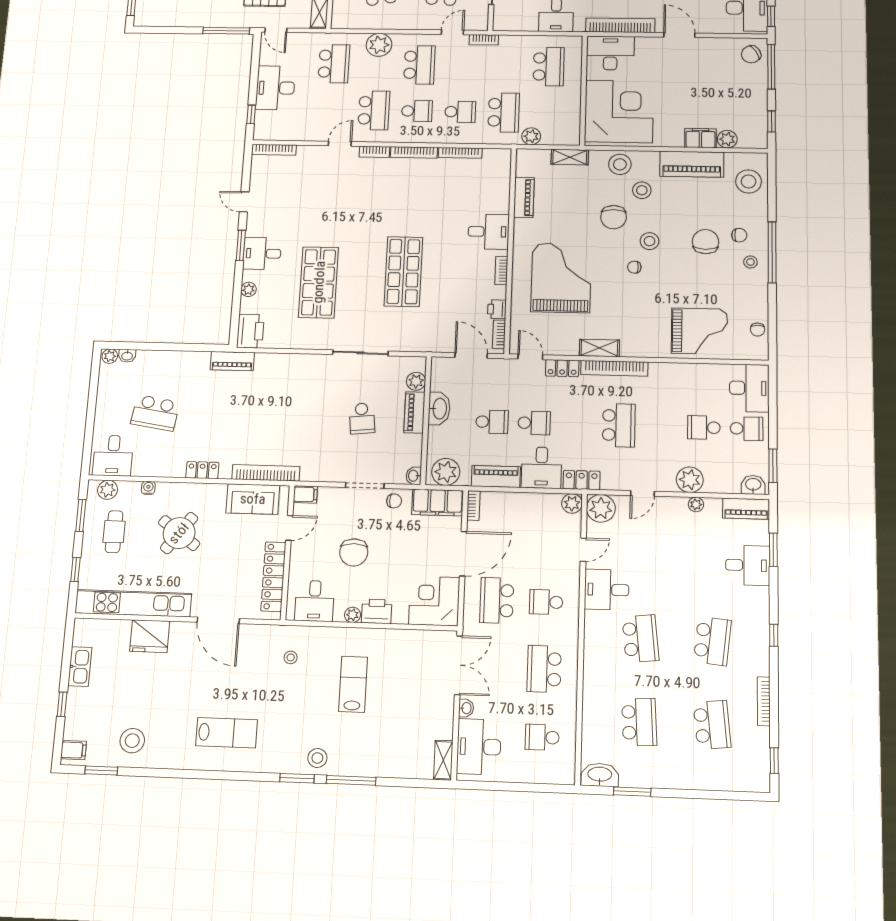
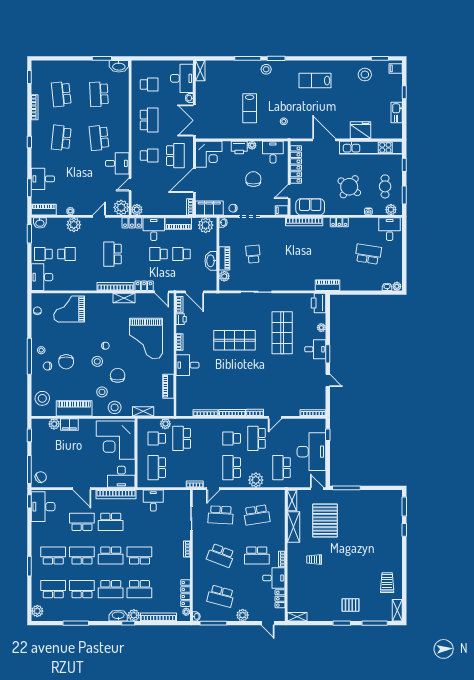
desk: (275, 88) -> (311, 452), width x1.36, depth x1.30
school desk: (460, 112) -> (157, 438), moved
shop shelf: (403, 271) -> (235, 340), turned 90

